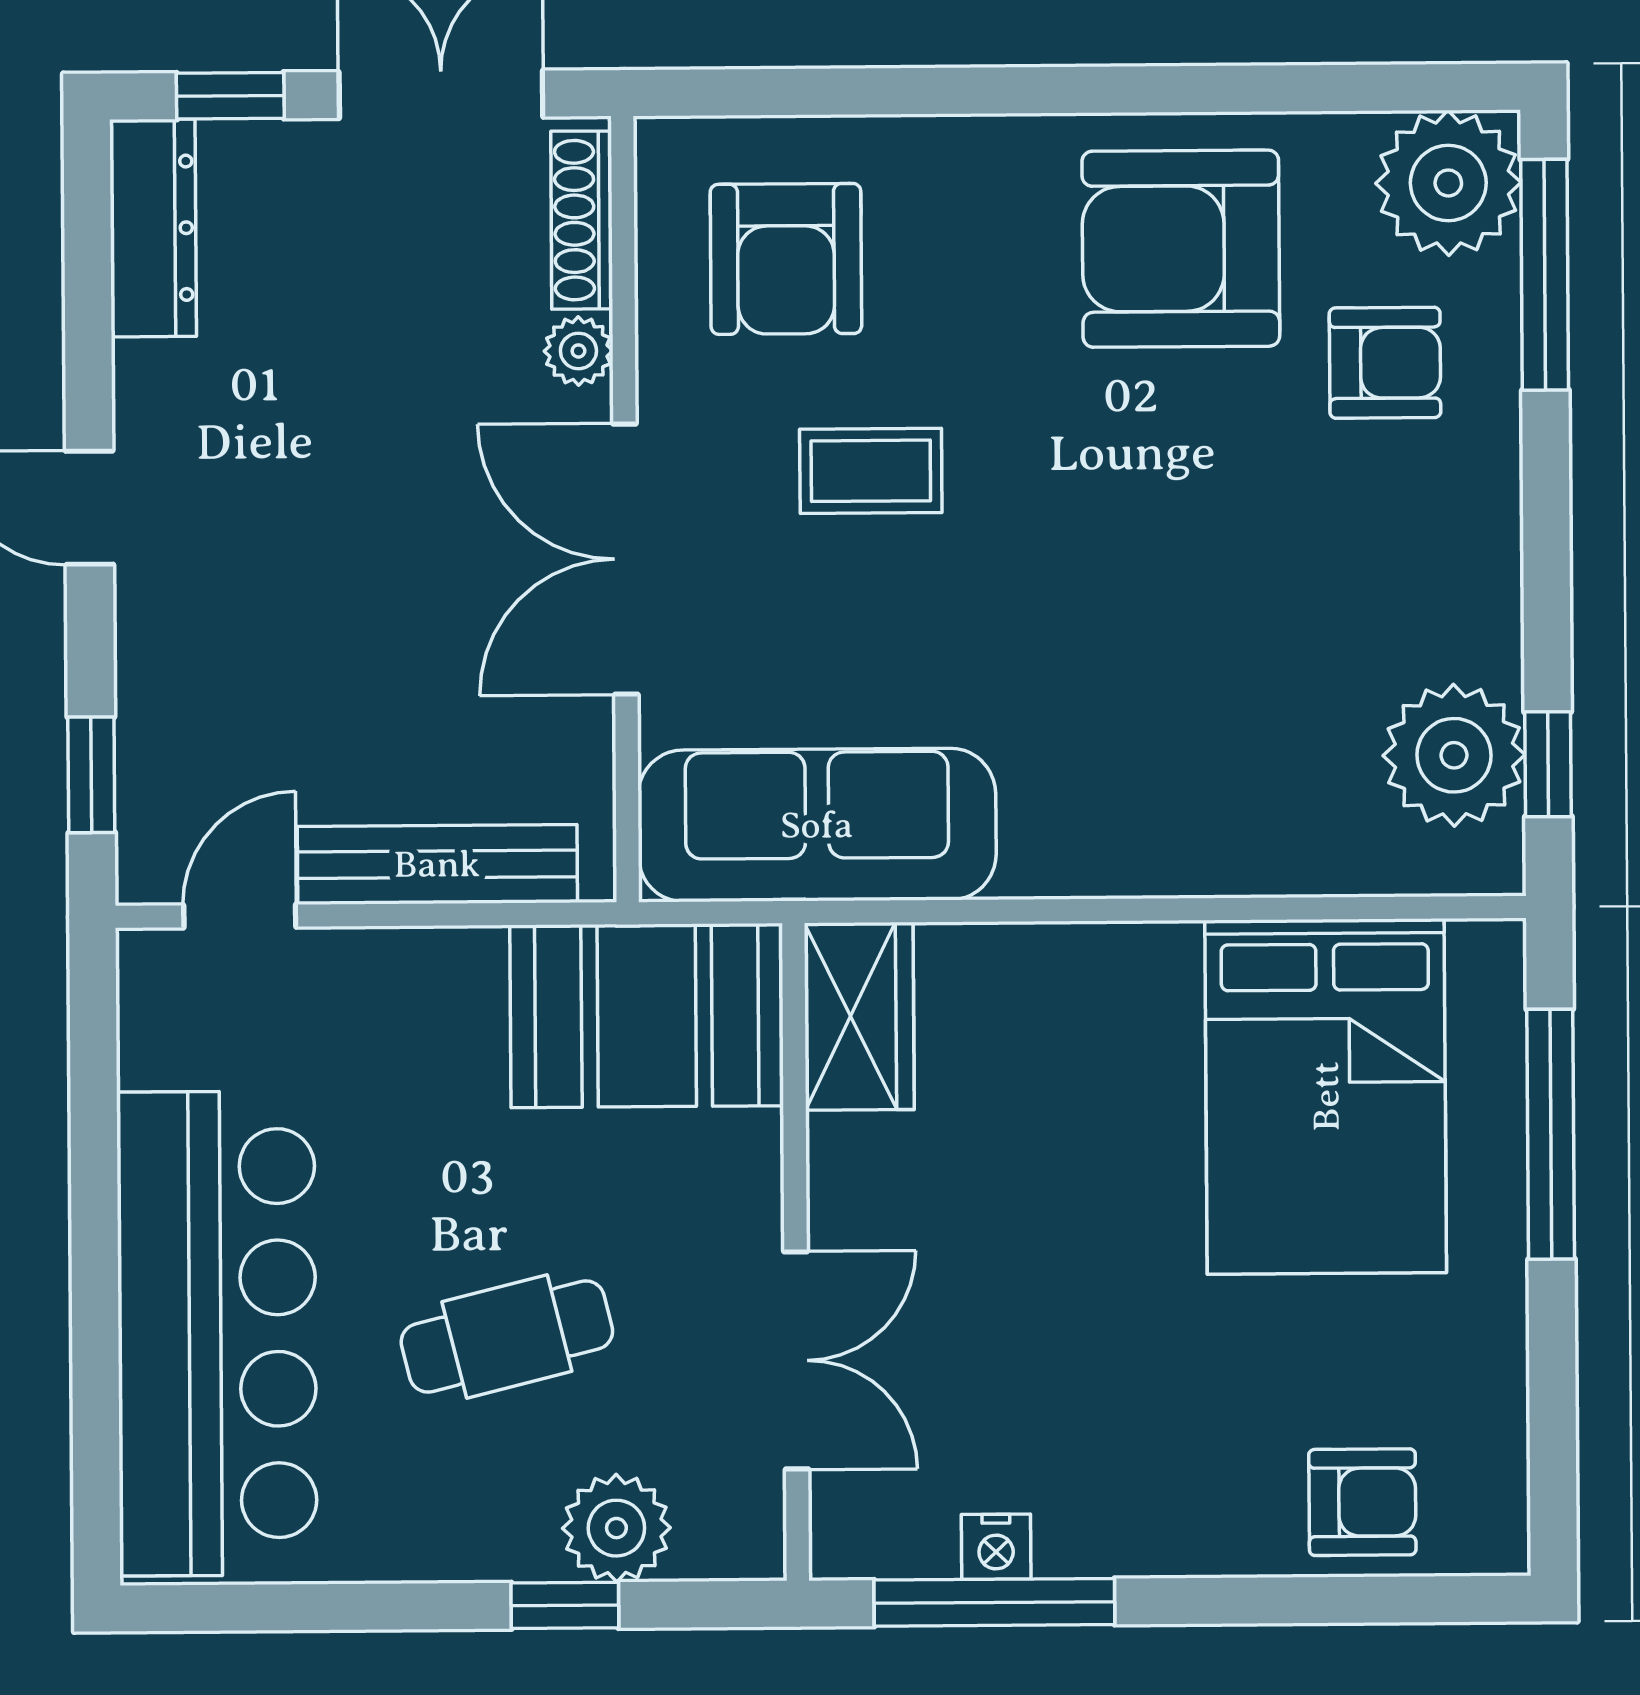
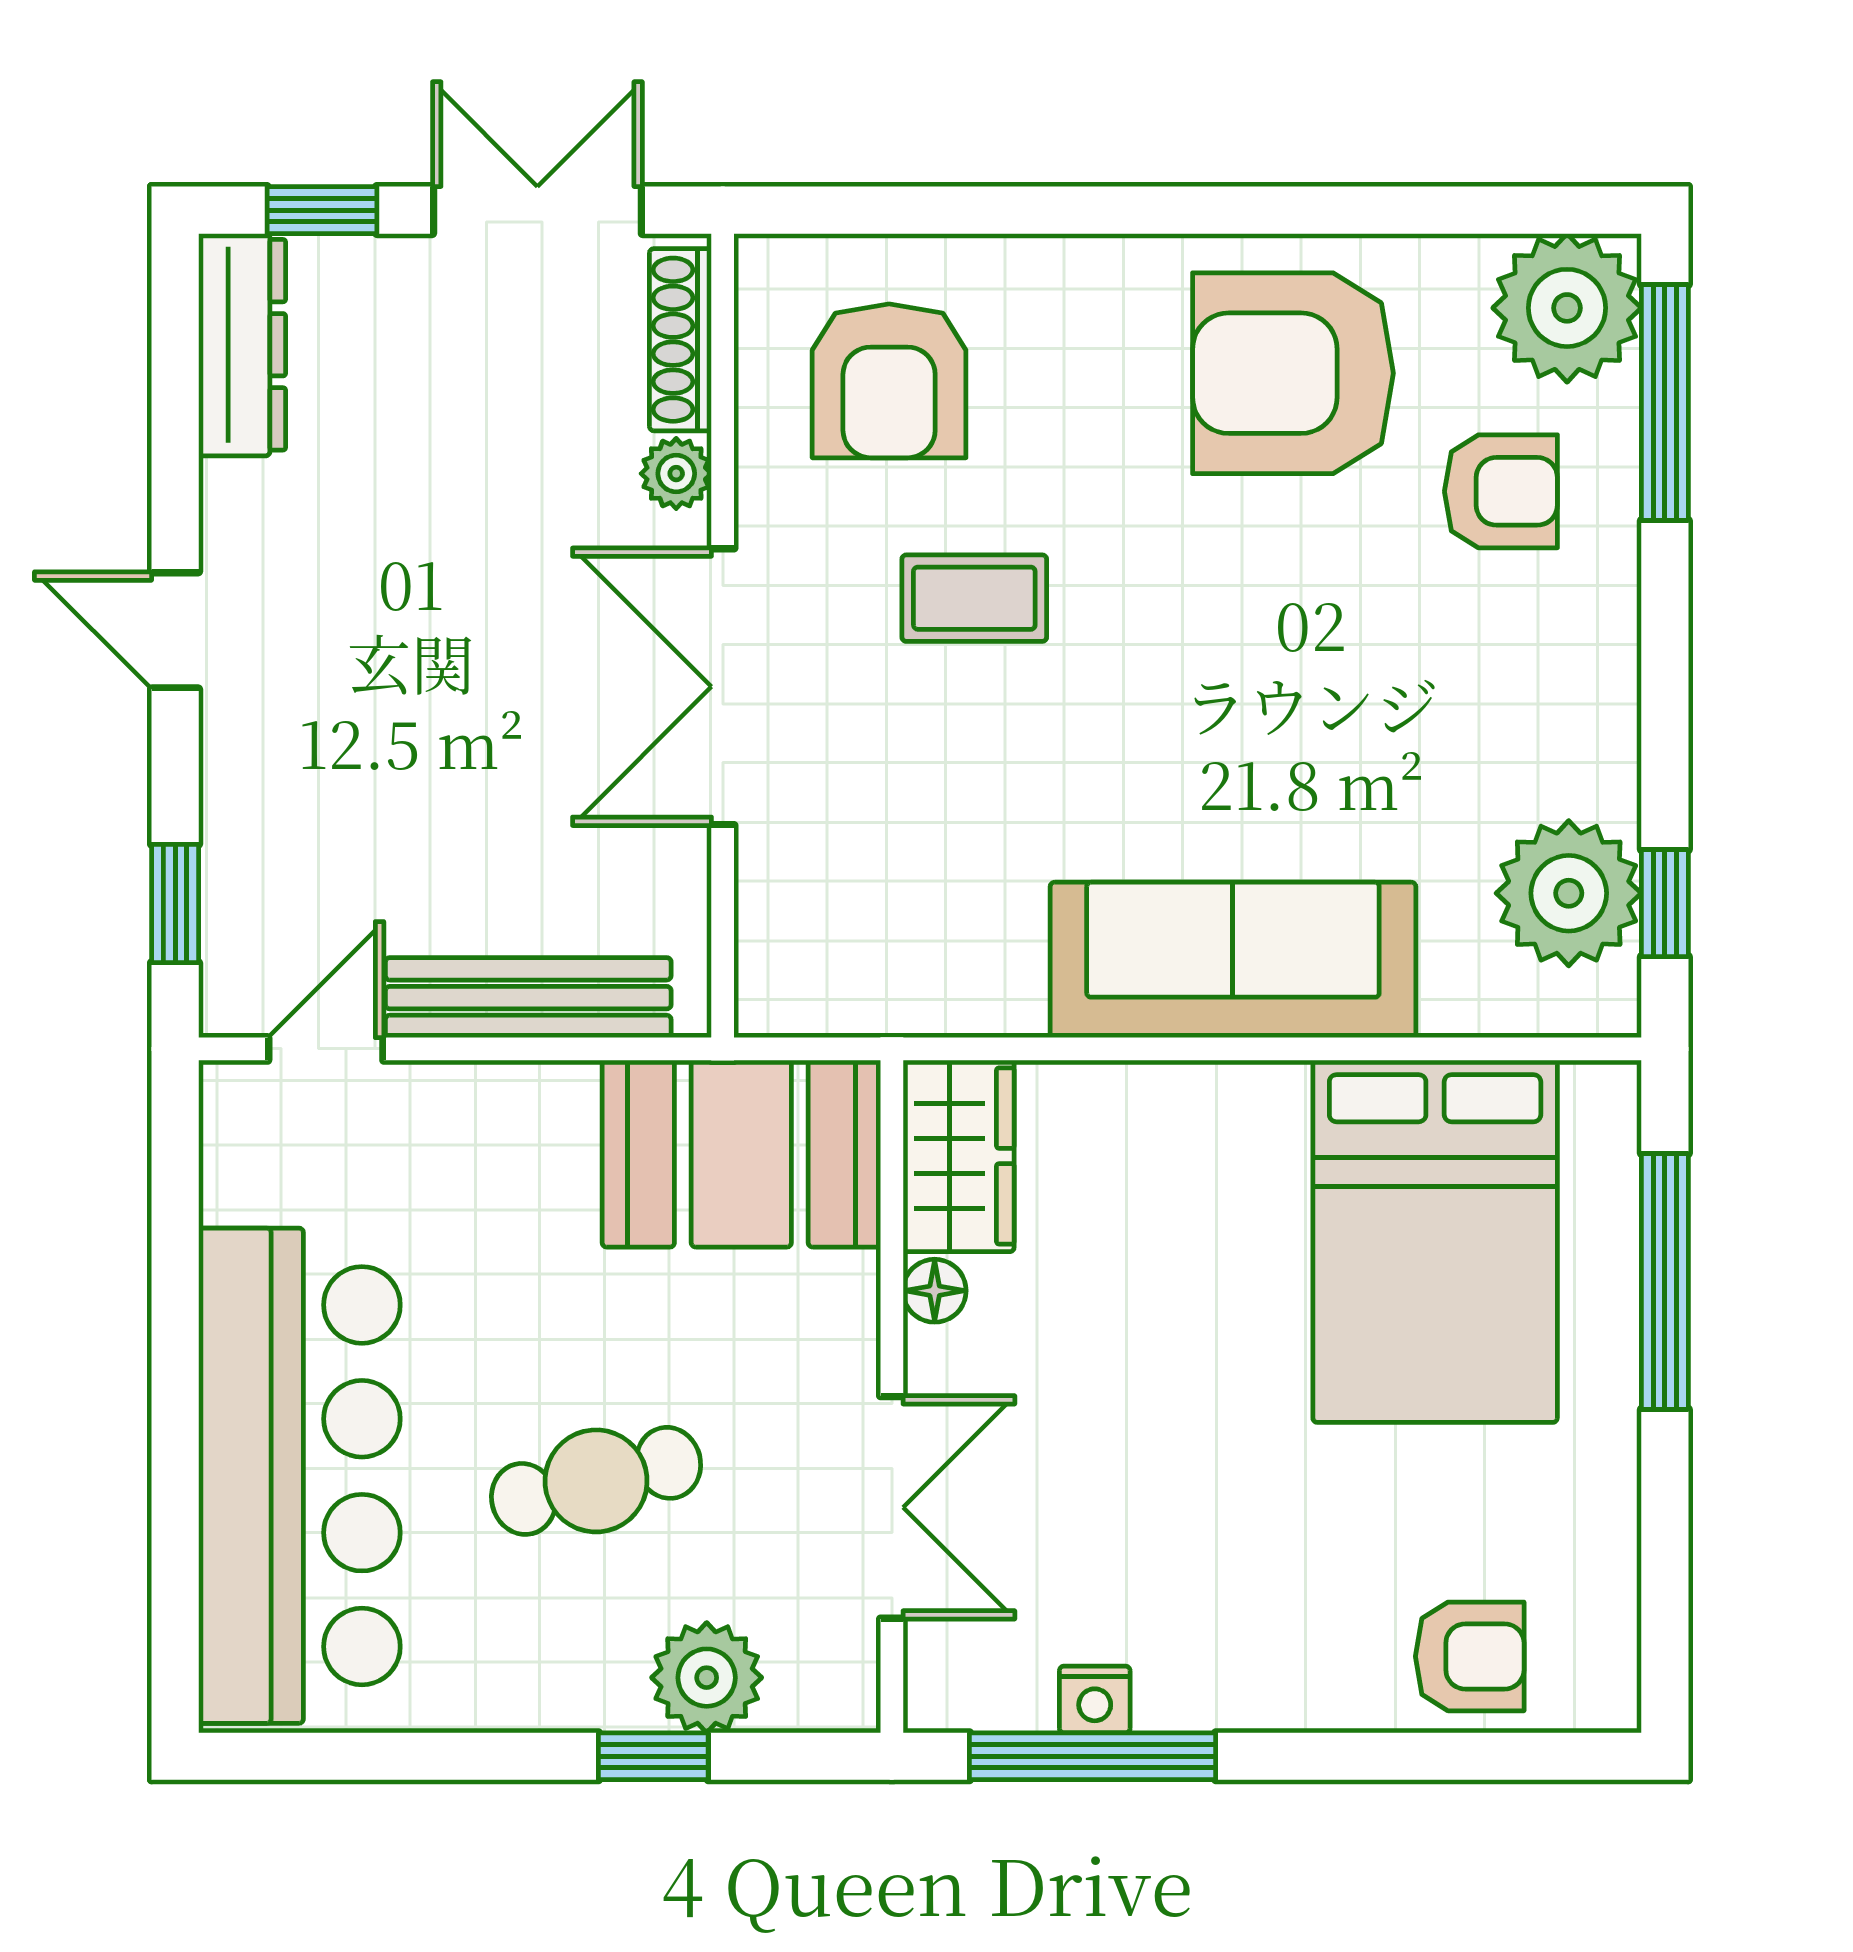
sofa: (817, 825) -> (1233, 960), moved
floor lamp: (837, 1148) -> (935, 1291), added

